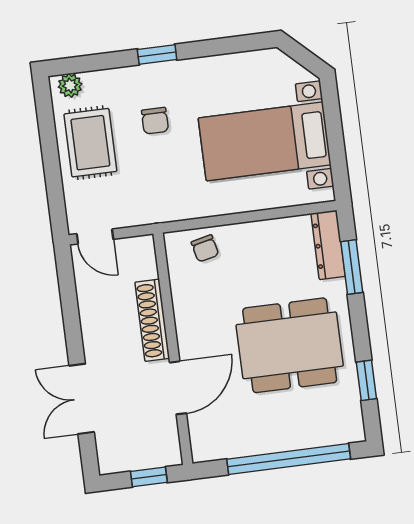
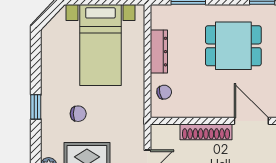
dresser: (328, 245) -> (159, 52), moved, turned -90
dining table: (290, 345) -> (233, 46), width x0.73

